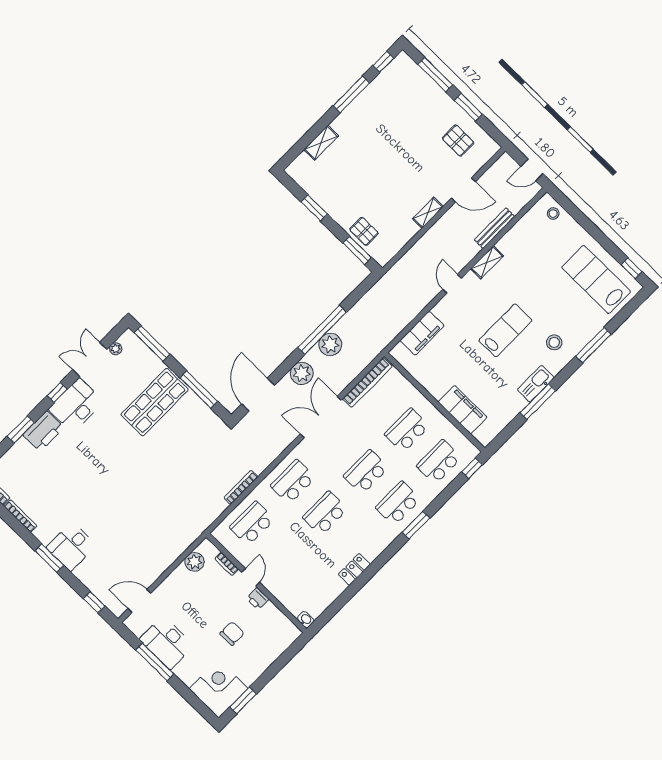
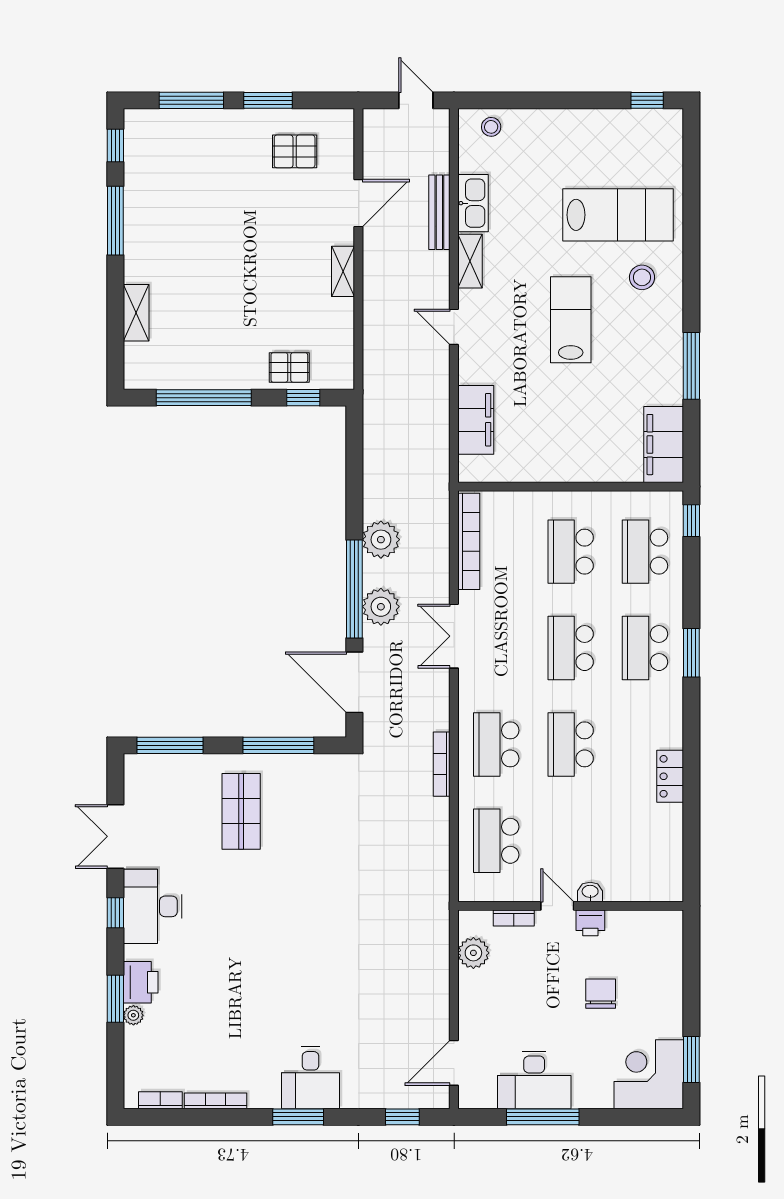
door: (532, 170) -> (416, 100), swing flipped
window: (314, 208) -> (204, 398), width x2.11
window: (357, 250) -> (303, 398), width x0.67
lab bench: (596, 279) -> (618, 215), moved, turned 180
window: (322, 330) -> (354, 589), moved
window: (593, 345) -> (691, 235), removed
plant: (116, 349) -> (133, 1015), moved
kitchen sink: (536, 384) -> (473, 203), moved, turned 180
shop shelf: (155, 402) -> (241, 811), width x0.70, depth x0.74
filing cabinet: (463, 410) -> (664, 445), moved, turned -90
double door: (321, 417) -> (454, 636), width x0.73
printer: (43, 431) -> (141, 982), width x0.73, depth x0.84
bookcase: (241, 487) -> (442, 764), moved
washbasin: (306, 620) -> (590, 892), moved

